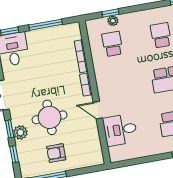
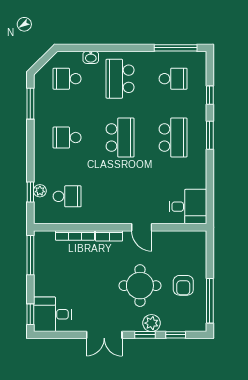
window: (46, 25) -> (30, 255), moved
school desk: (112, 44) -> (67, 196), turned 180
door: (98, 110) -> (142, 227), hinge flipped
desk: (120, 130) -> (188, 207), moved, turned -90

